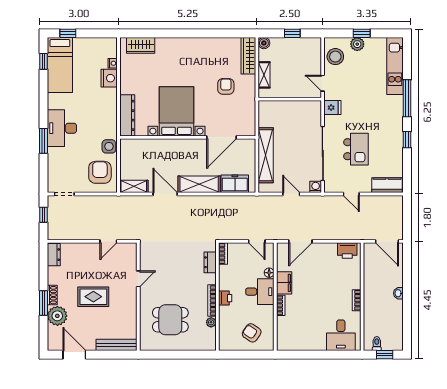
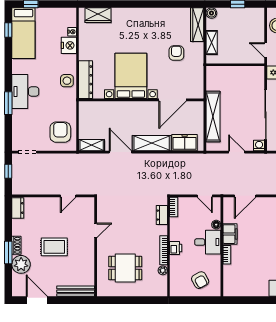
side table: (109, 146) -> (67, 81), moved
armchair: (252, 333) -> (200, 280), turned -153

